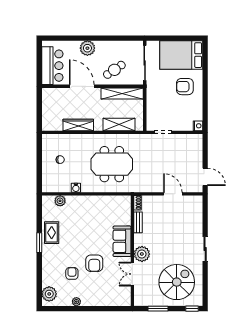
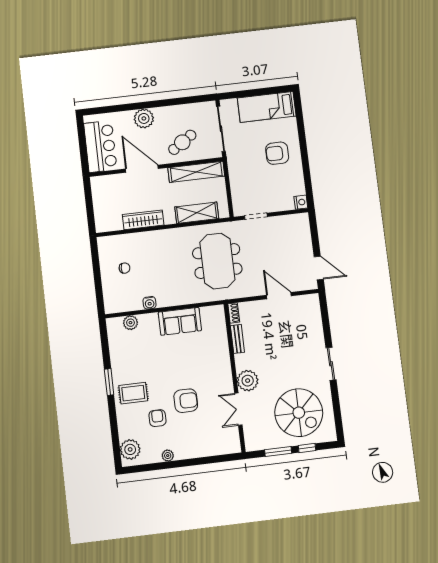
bed: (181, 55) -> (267, 107), width x0.67
meeting table: (112, 164) -> (217, 261), moved, turned 90
rug: (52, 233) -> (133, 393), moved, turned 90
sofa: (122, 241) -> (180, 321), moved, turned -90
armchair: (94, 263) -> (186, 401), turned -90
spiral stairs: (177, 282) -> (299, 413), turned 90
window: (192, 309) -> (307, 448), moved

